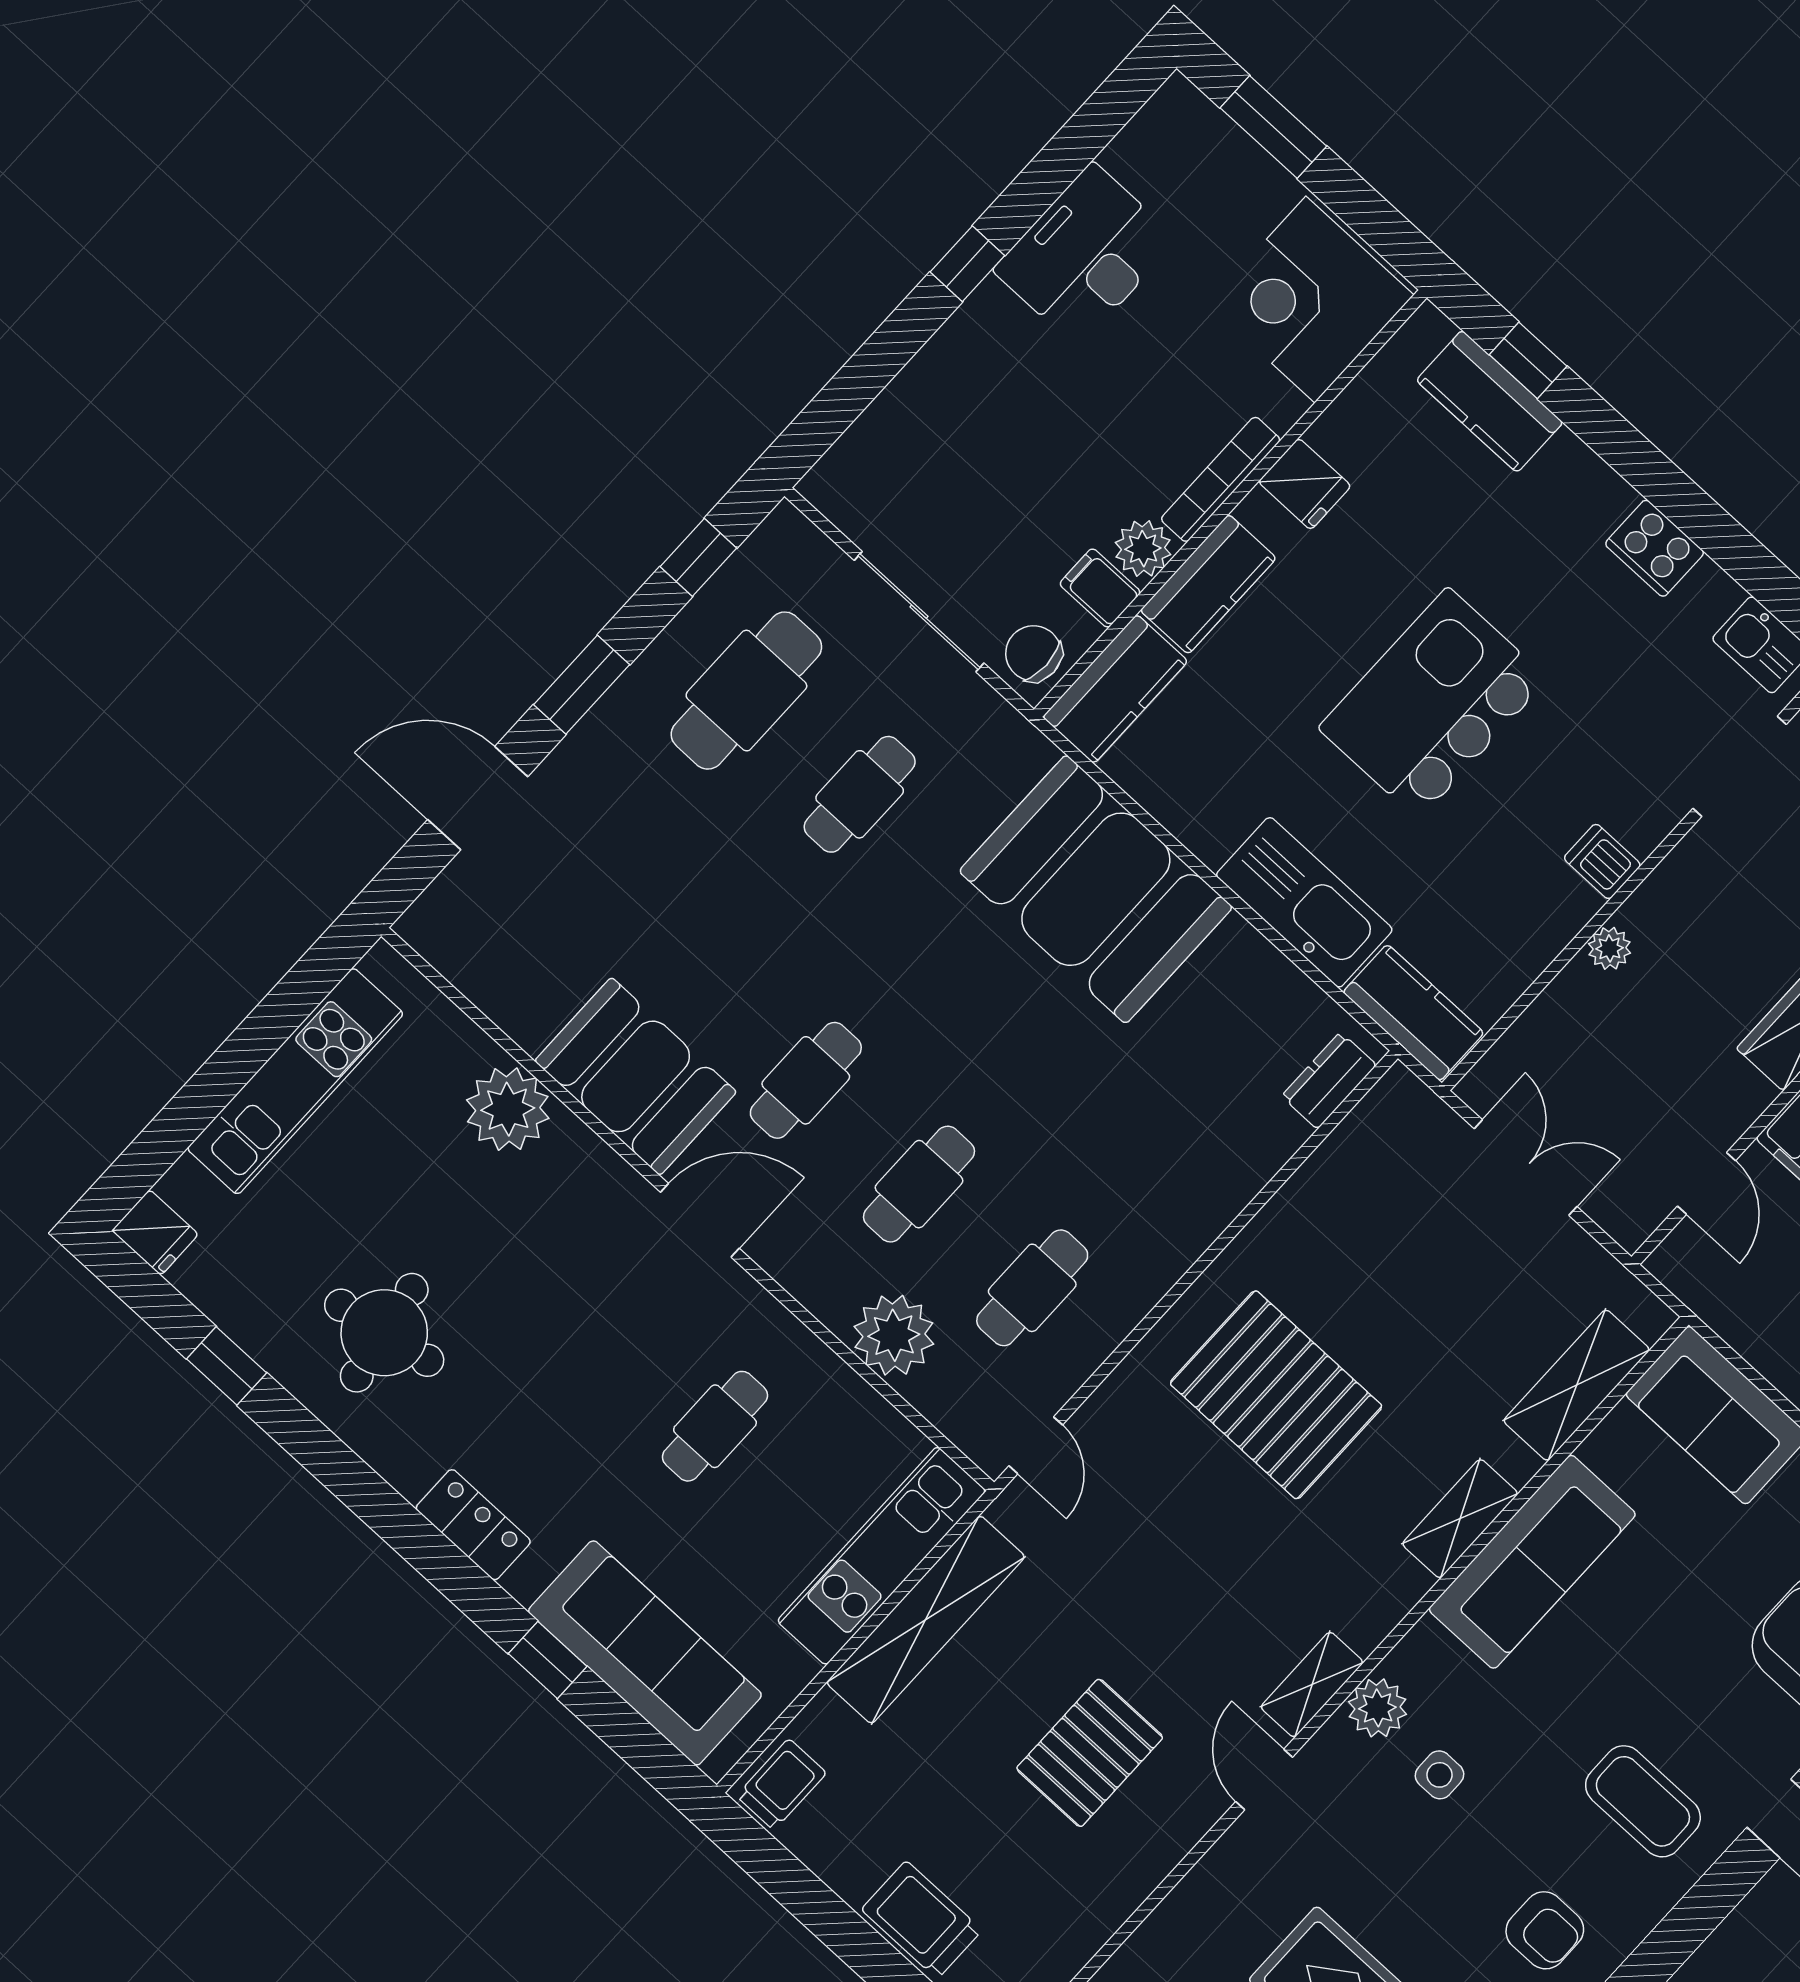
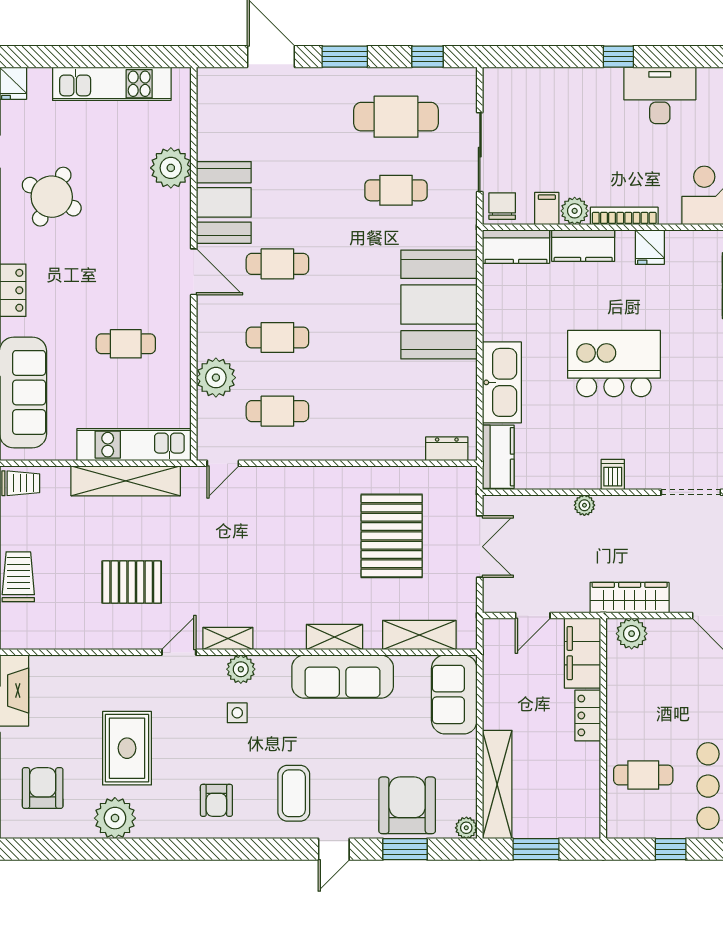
round table: (384, 1333) -> (52, 197), turned 38
pallet: (1276, 1395) -> (392, 536), moved

